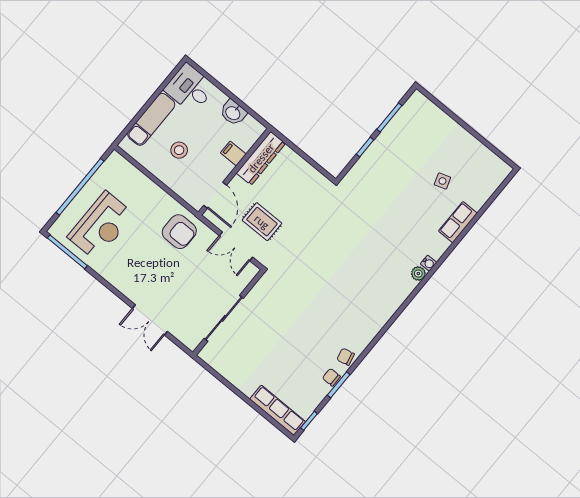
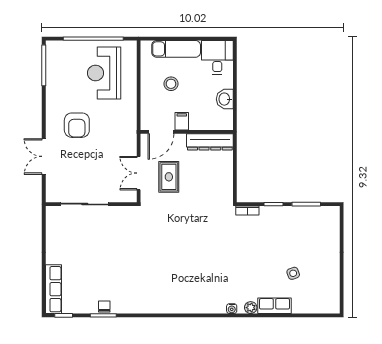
filing cabinet: (233, 153) -> (182, 121), moved
bookcase: (351, 175) -> (247, 210), added
reception desk: (101, 226) -> (104, 73), moved, turned 90
armchair: (179, 232) -> (77, 125), moved
plant: (418, 274) -> (251, 308), moved
chair: (346, 357) -> (125, 305), removed

